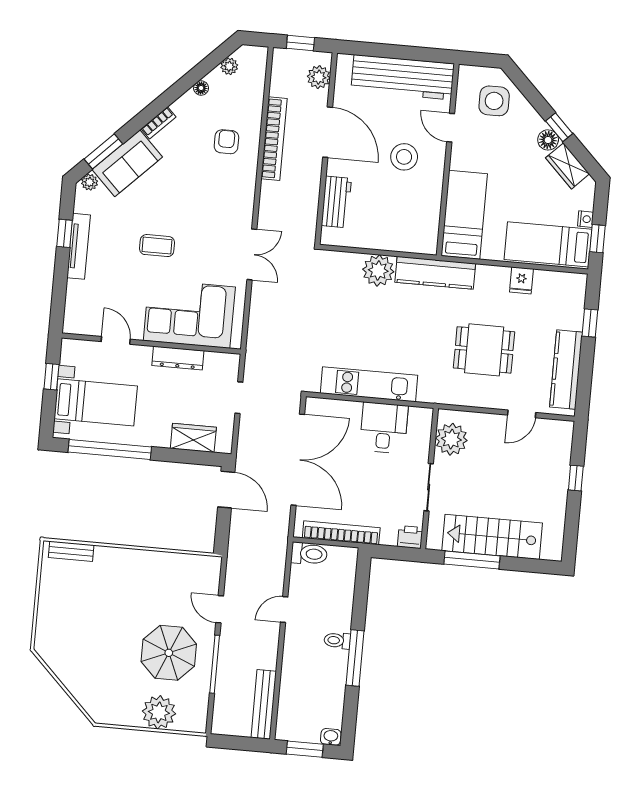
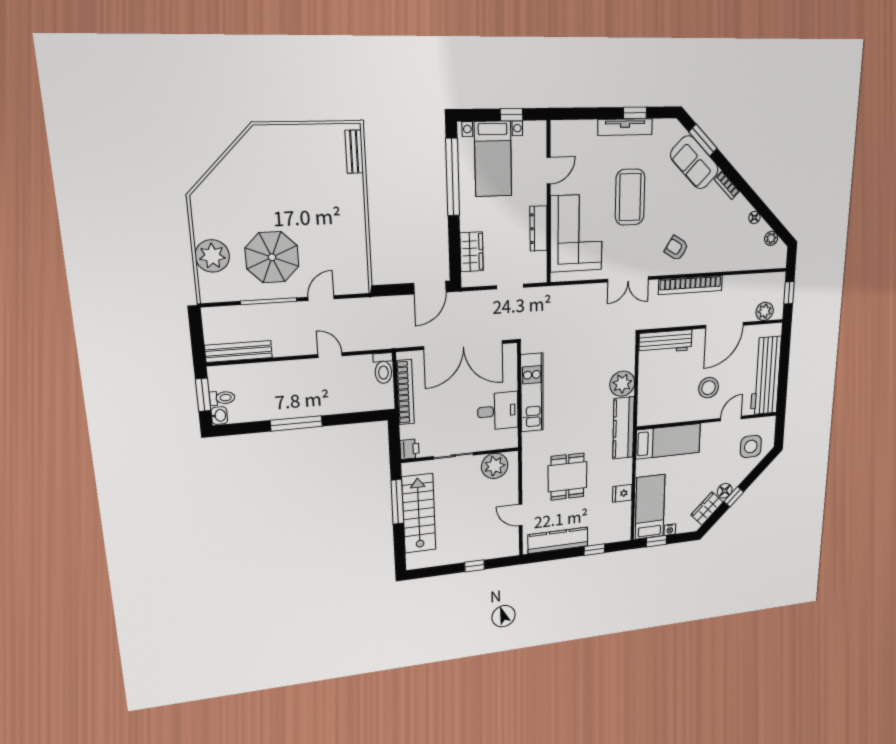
bookcase: (274, 139) -> (690, 285), moved
armchair: (226, 142) -> (676, 248), moved, turned -148
plant: (90, 182) -> (678, 131), removed
workbench: (336, 202) -> (665, 342), width x1.38
coffee table: (157, 246) -> (630, 197), width x1.86, depth x1.72
toilet: (337, 641) -> (222, 398), moved, turned 90

